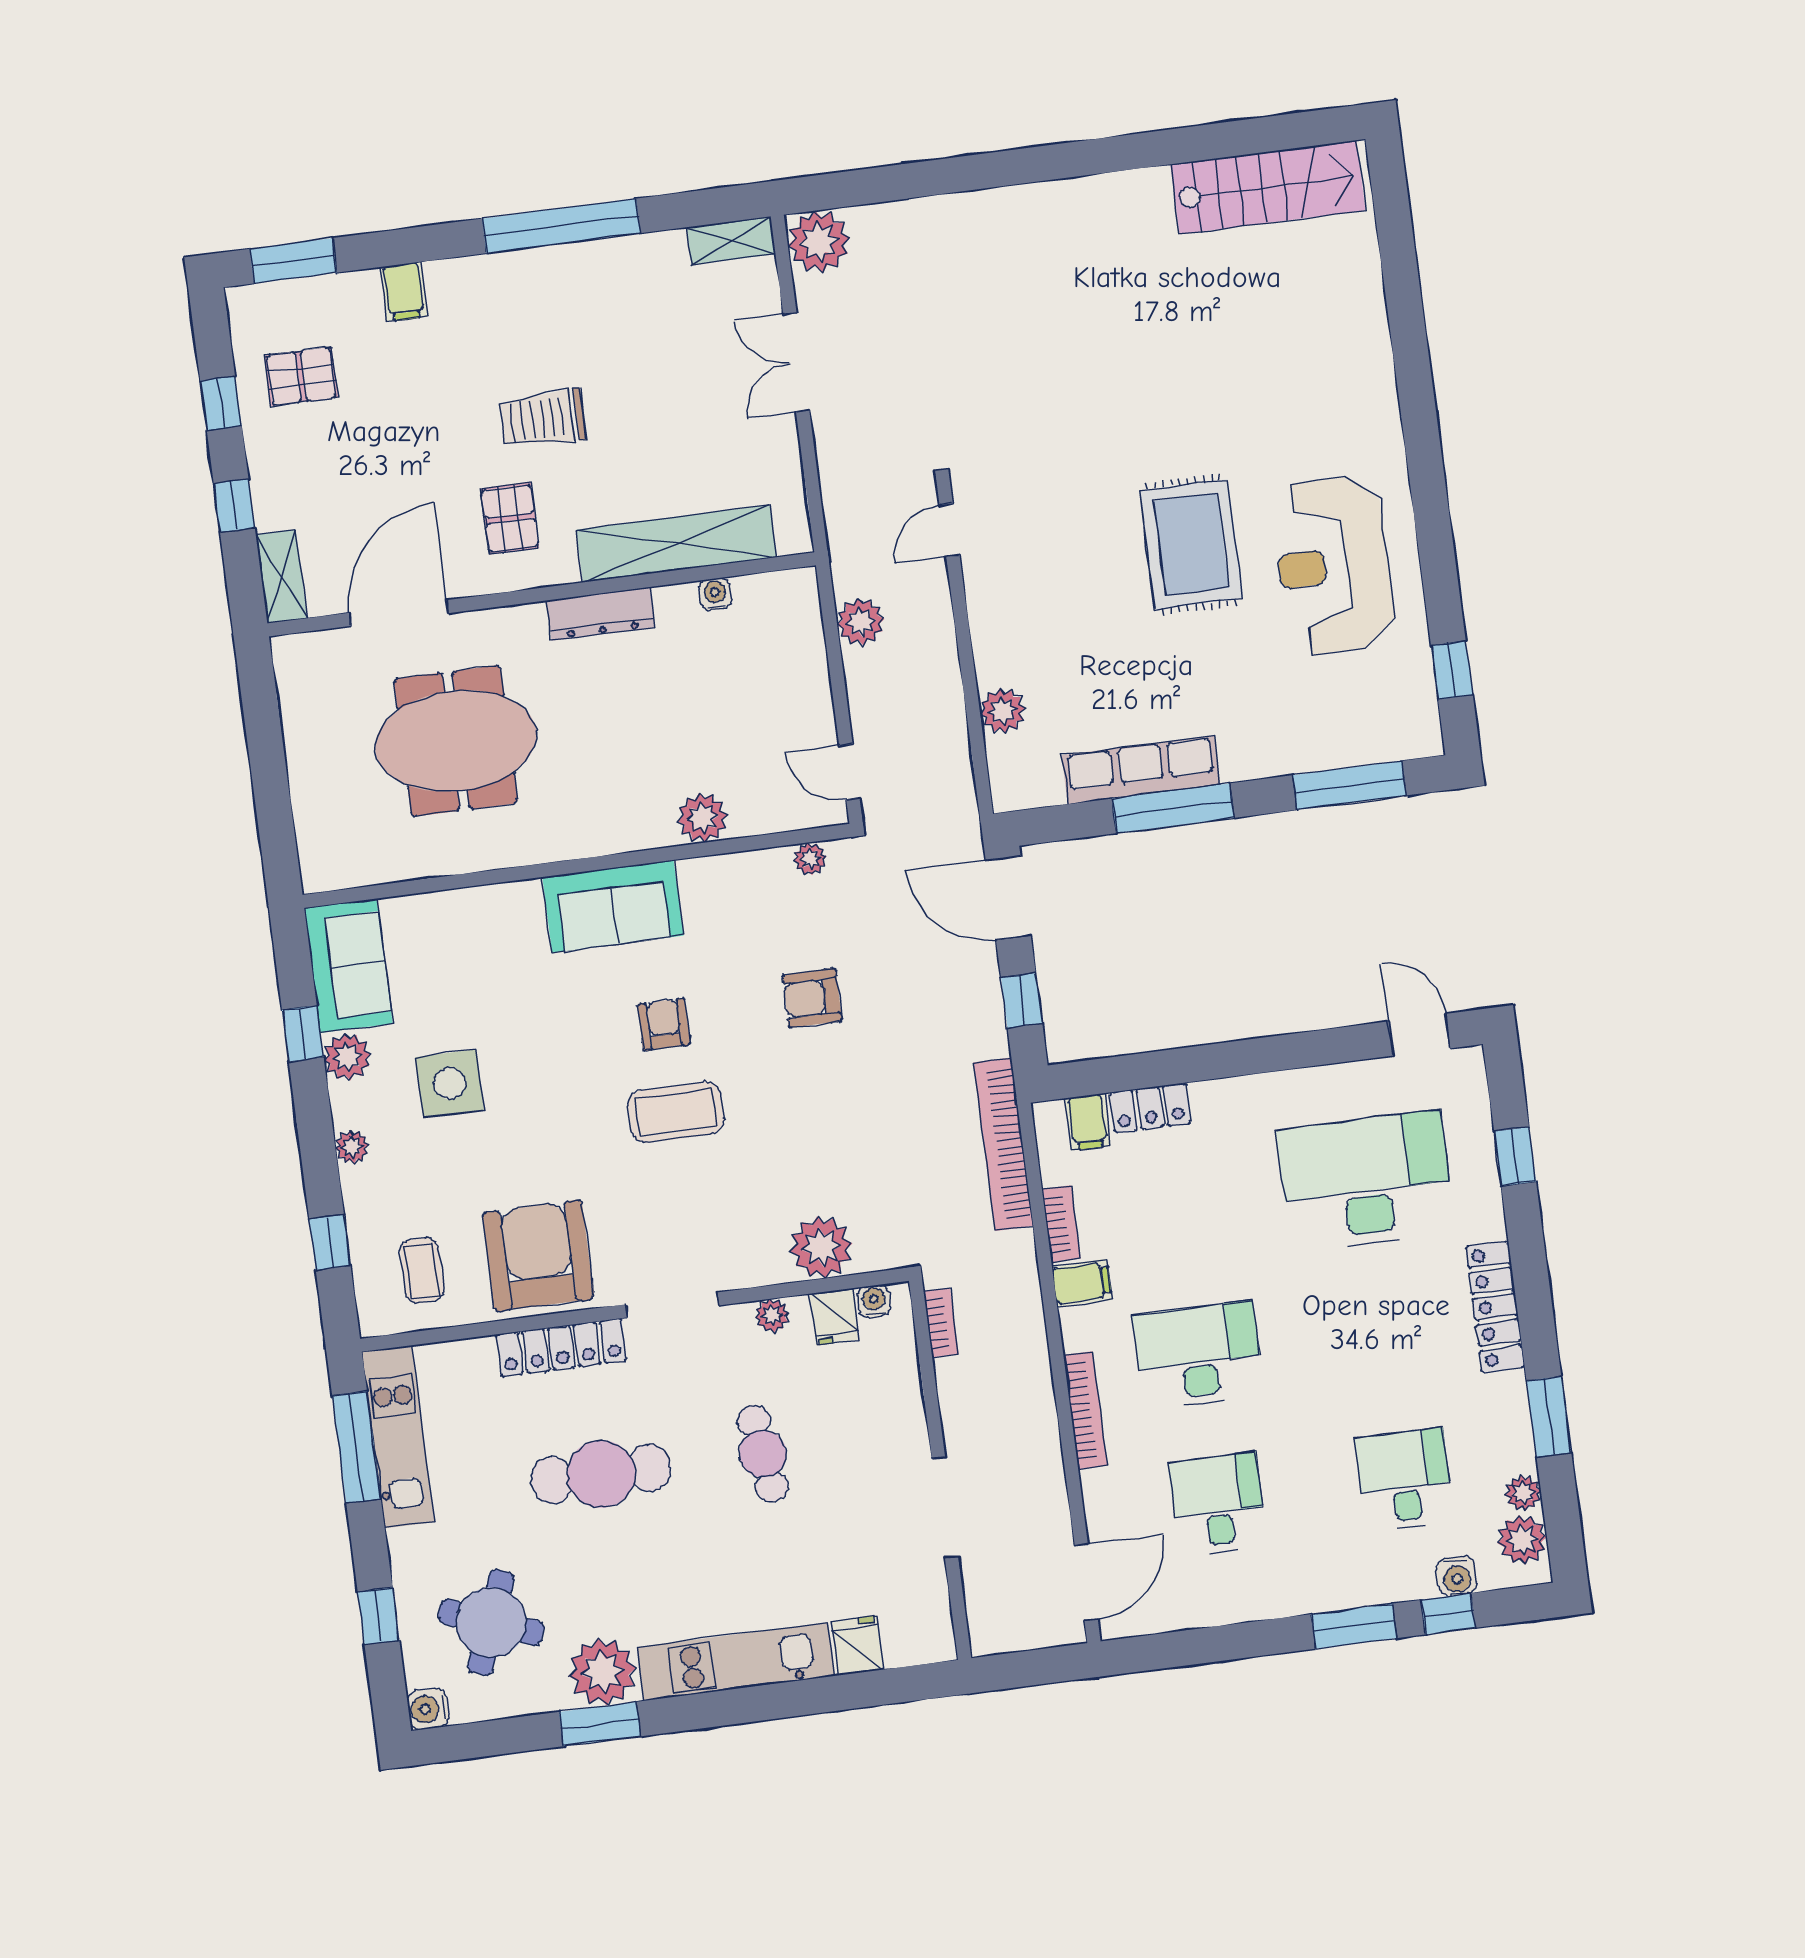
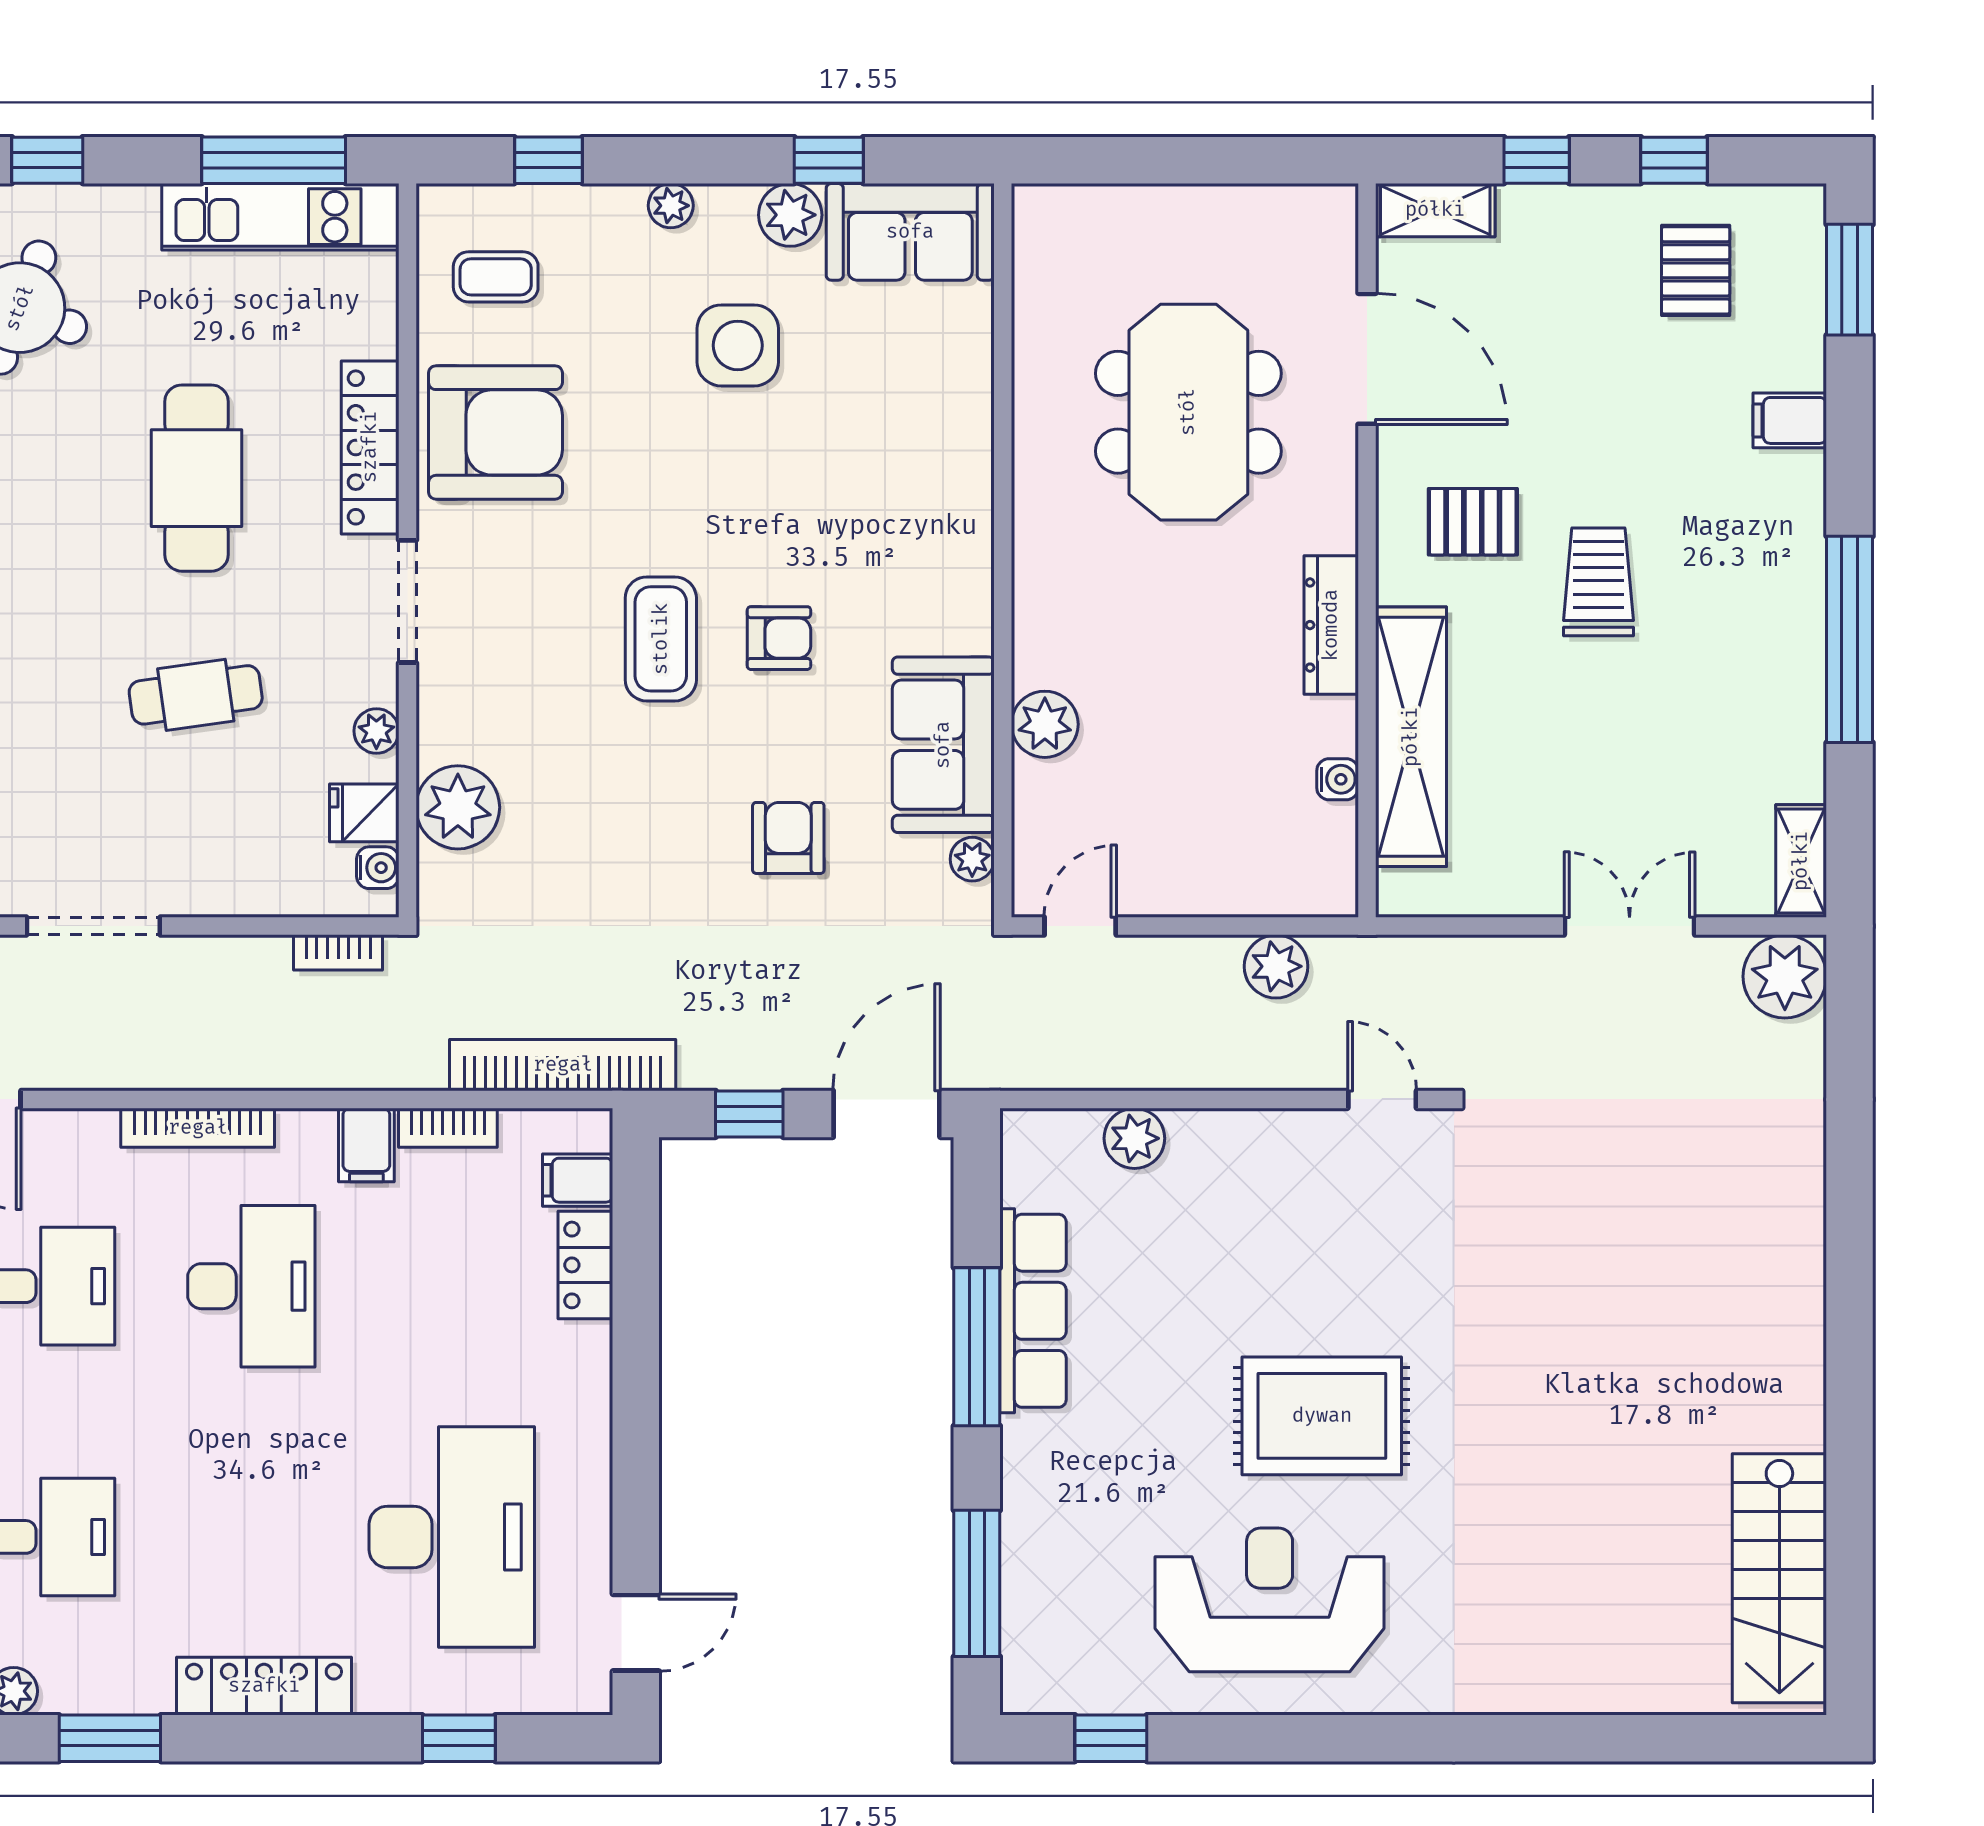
sofa: (613, 906) -> (943, 745), moved

